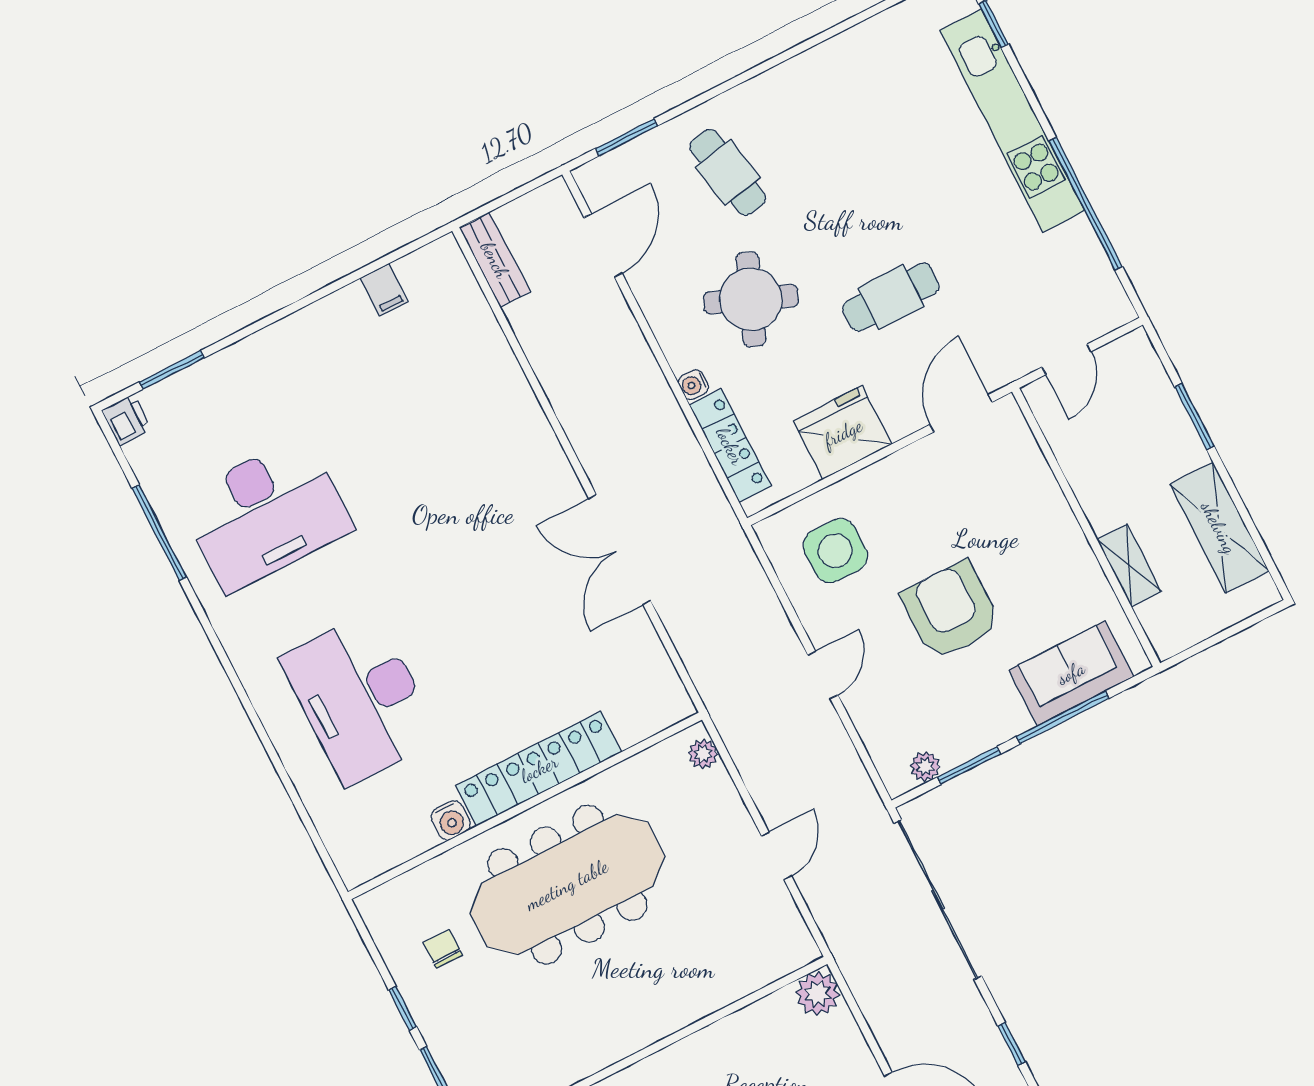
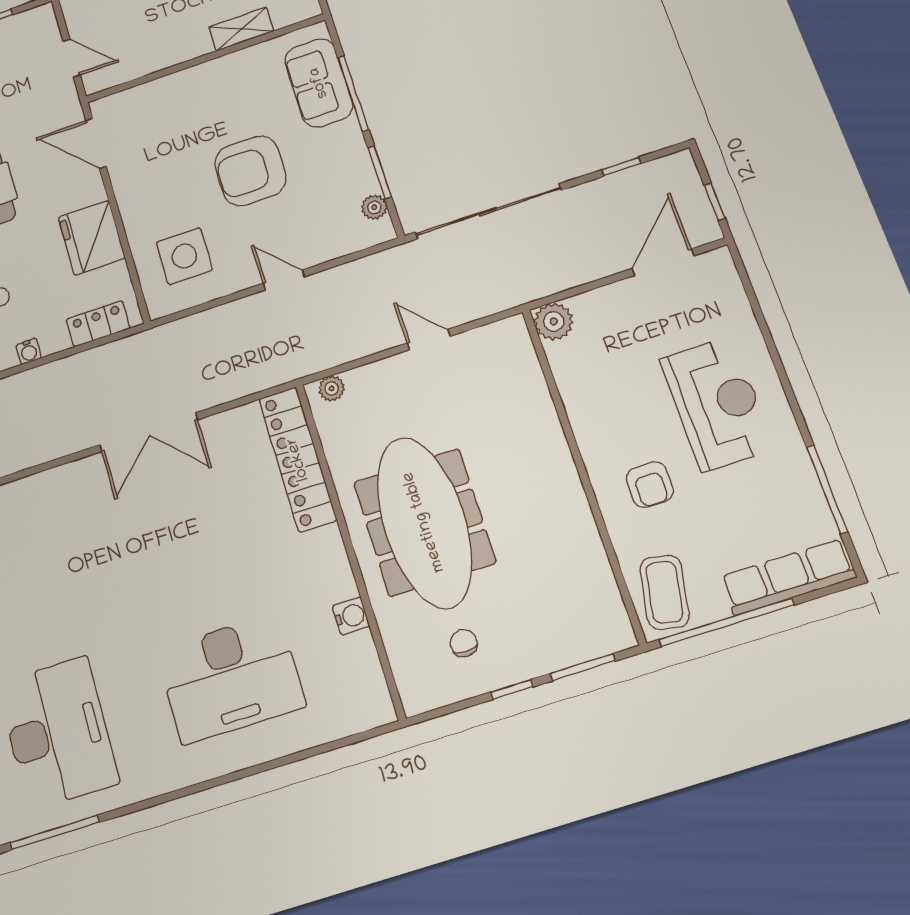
locker: (730, 446) -> (98, 324), width x0.66
locker: (539, 769) -> (298, 459), moved
chair: (443, 949) -> (464, 643), turned 90

